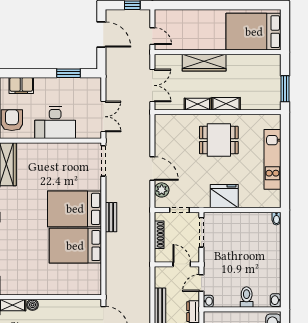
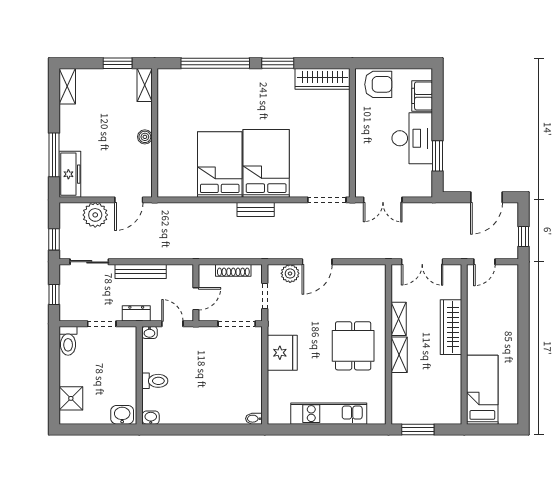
bed: (254, 32) -> (482, 390), width x0.67
desk: (55, 123) -> (412, 138), moved, turned 180
boiler: (32, 305) -> (145, 137), moved

